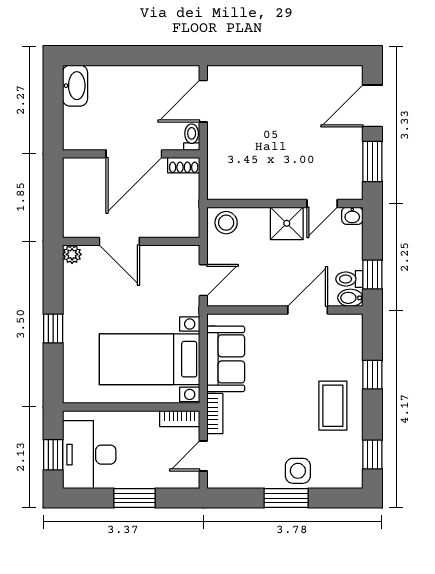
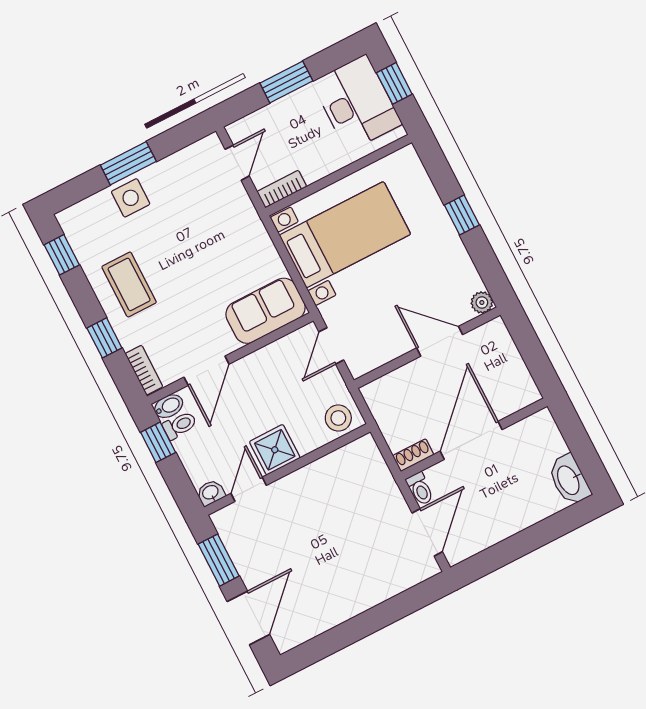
sofa: (226, 359) -> (266, 311), moved, turned 90
bookcase: (215, 414) -> (144, 370), moved, turned 180

